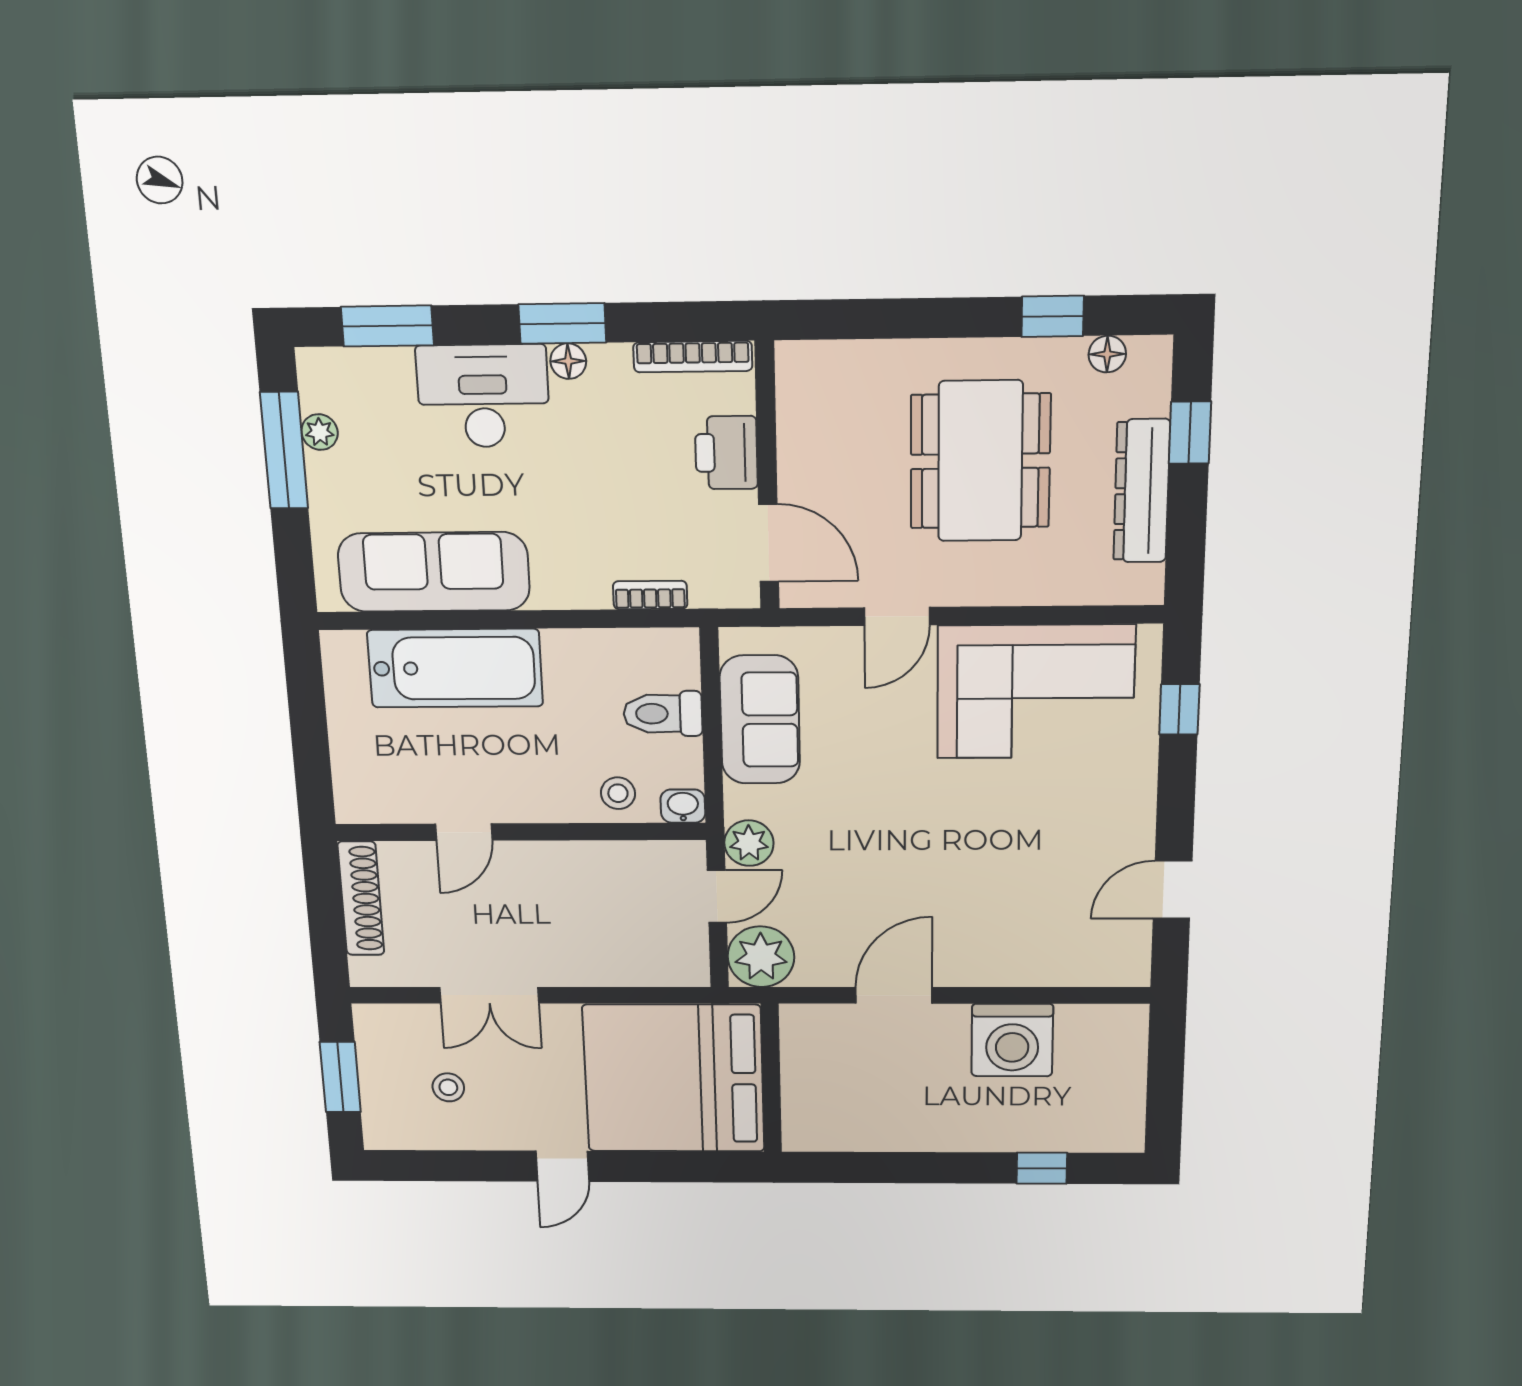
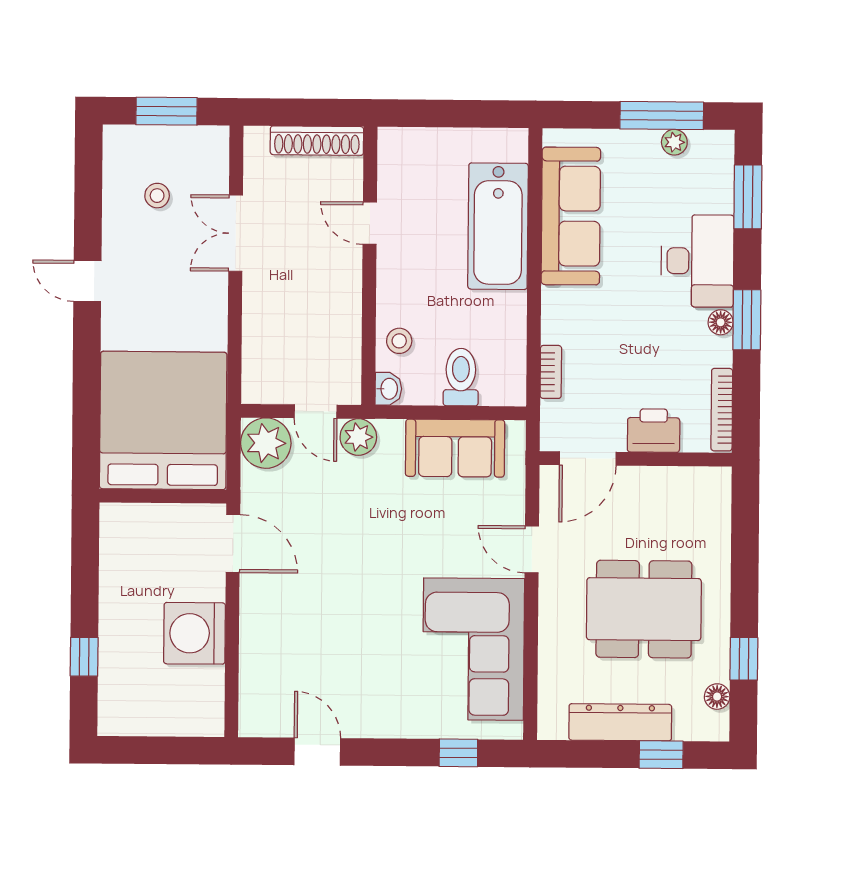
wall: (771, 1078) -> (163, 496), moved
bed: (674, 1079) -> (163, 420), moved

